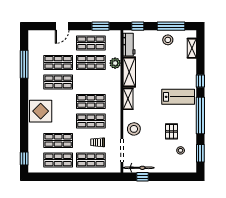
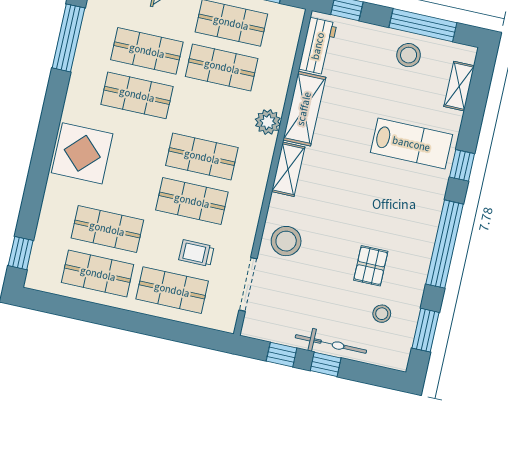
plant: (115, 63) -> (268, 122), moved
lab bench: (178, 97) -> (411, 144), moved
bicycle: (139, 168) -> (331, 344), moved
window: (162, 177) -> (326, 364), added

